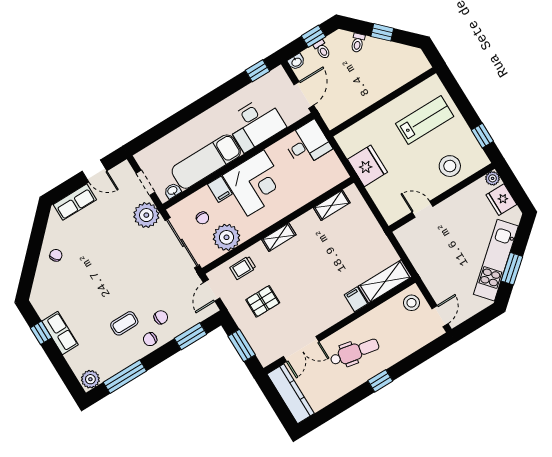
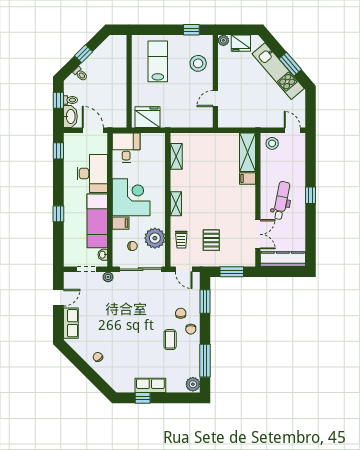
washbasin: (296, 62) -> (70, 116), width x1.91, depth x1.45
window: (187, 114) -> (58, 214), added
fridge: (368, 166) -> (148, 117), moved
plant: (146, 215) -> (108, 277), width x0.53, depth x0.53

